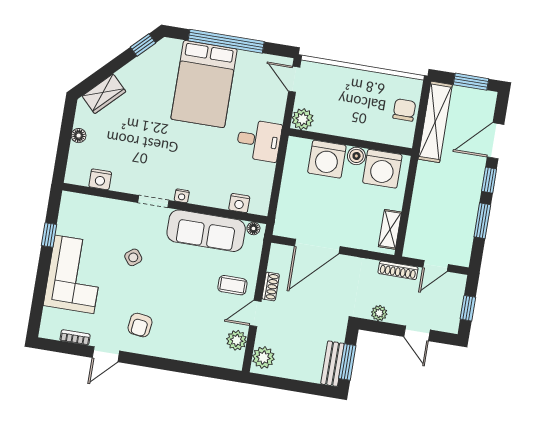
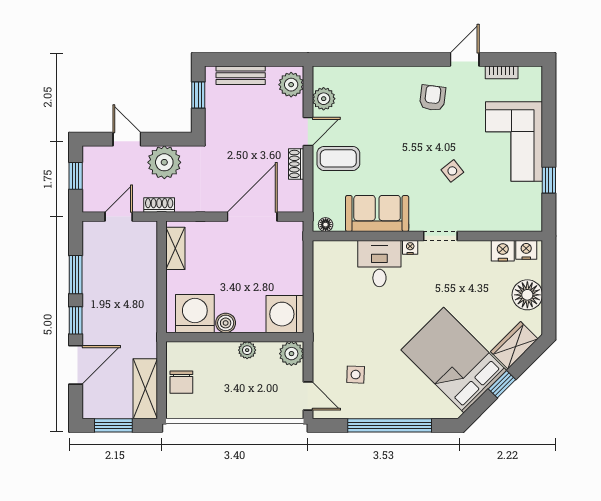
window: (143, 45) -> (502, 384), moved
bed: (204, 84) -> (454, 360), moved, turned -45
side table: (249, 91) -> (356, 375), added
shelving: (435, 122) -> (145, 389), width x0.68
plant: (341, 129) -> (247, 350), added
floor lamp: (79, 136) -> (527, 295), width x1.89, depth x1.89
desk: (259, 140) -> (379, 264), moved, turned 90
washing machine: (327, 159) -> (285, 314), moved, turned -90
nightstand: (239, 203) -> (526, 250), moved
sofa: (206, 231) -> (377, 213), width x0.73
shoe rack: (398, 270) -> (159, 205), width x0.70
coffee table: (232, 285) -> (338, 158), width x1.36, depth x1.30
plant: (379, 313) -> (164, 162), width x1.88, depth x1.88
window: (347, 362) -> (198, 95), width x0.67
bench: (333, 364) -> (241, 75), moved, turned 90

